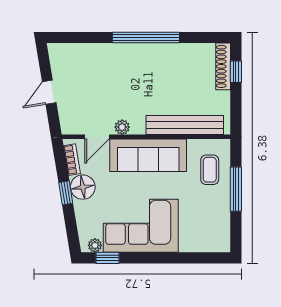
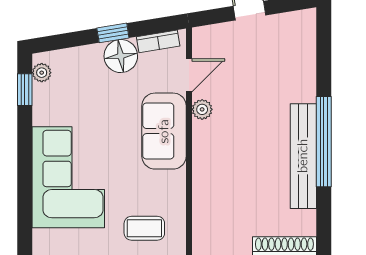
bench: (185, 125) -> (303, 156), moved
door: (97, 137) -> (189, 75), swing flipped
sofa: (148, 155) -> (164, 131), width x0.73
corner sofa: (141, 226) -> (68, 177), moved

